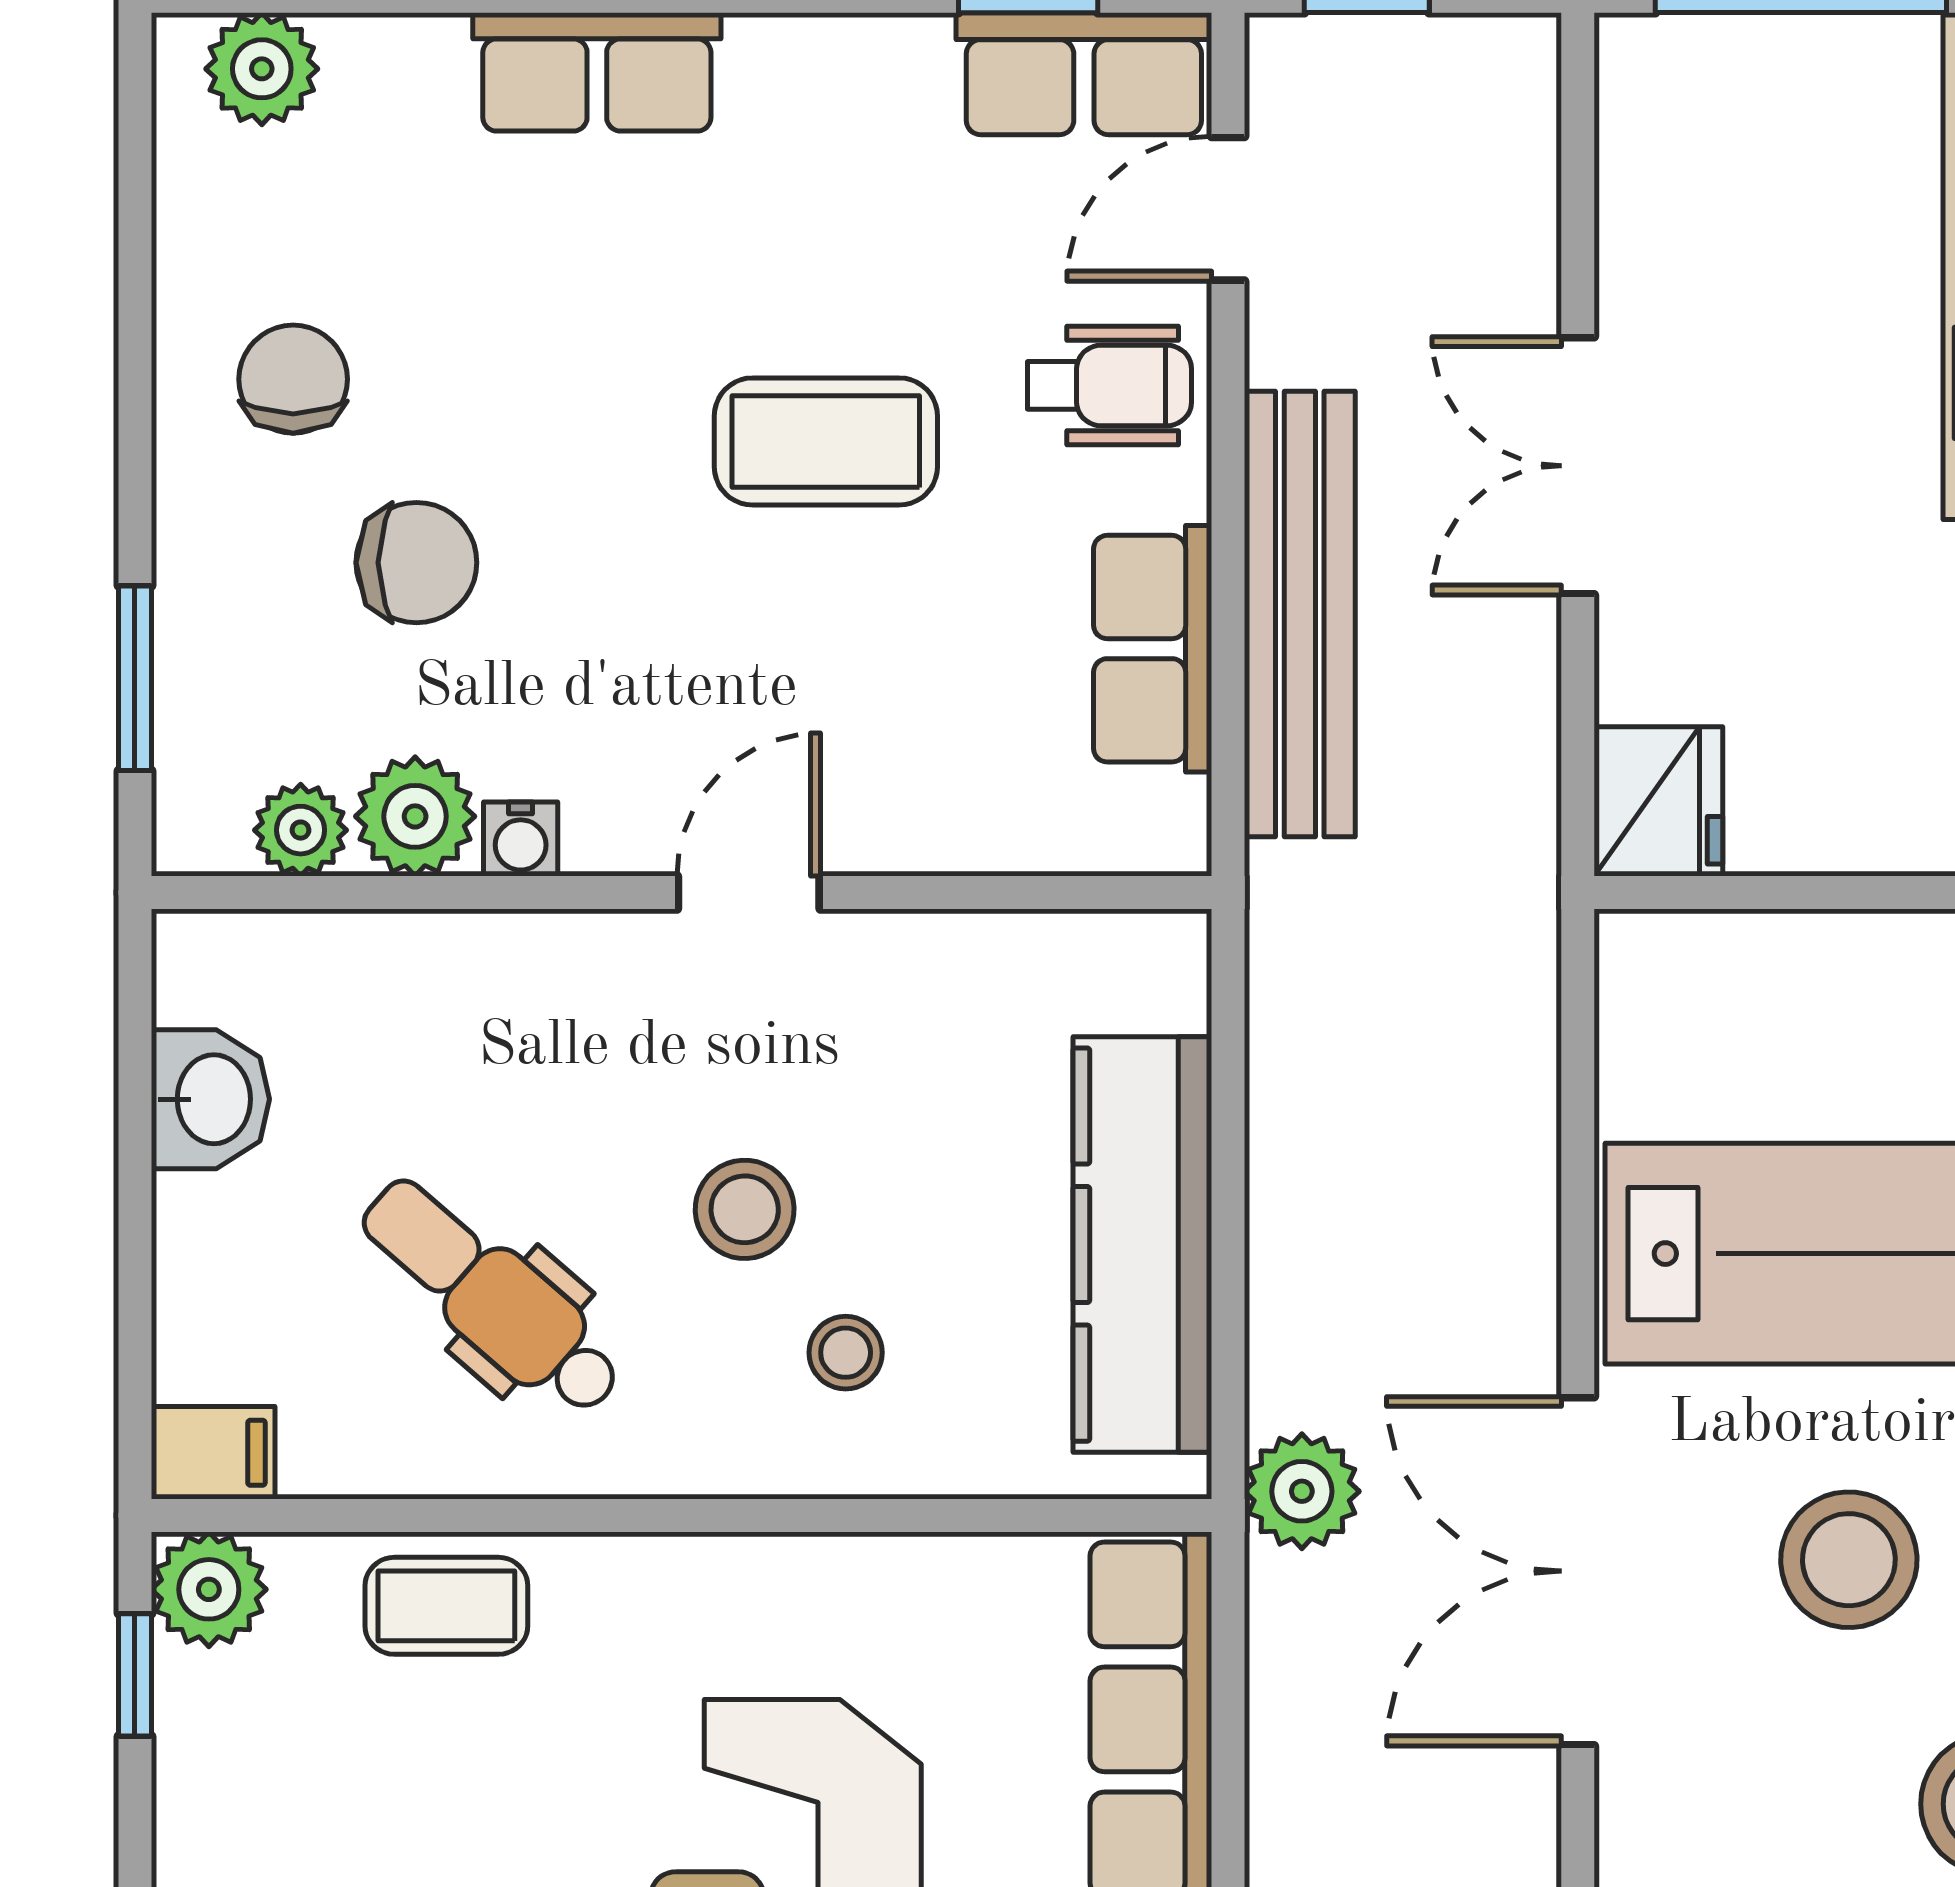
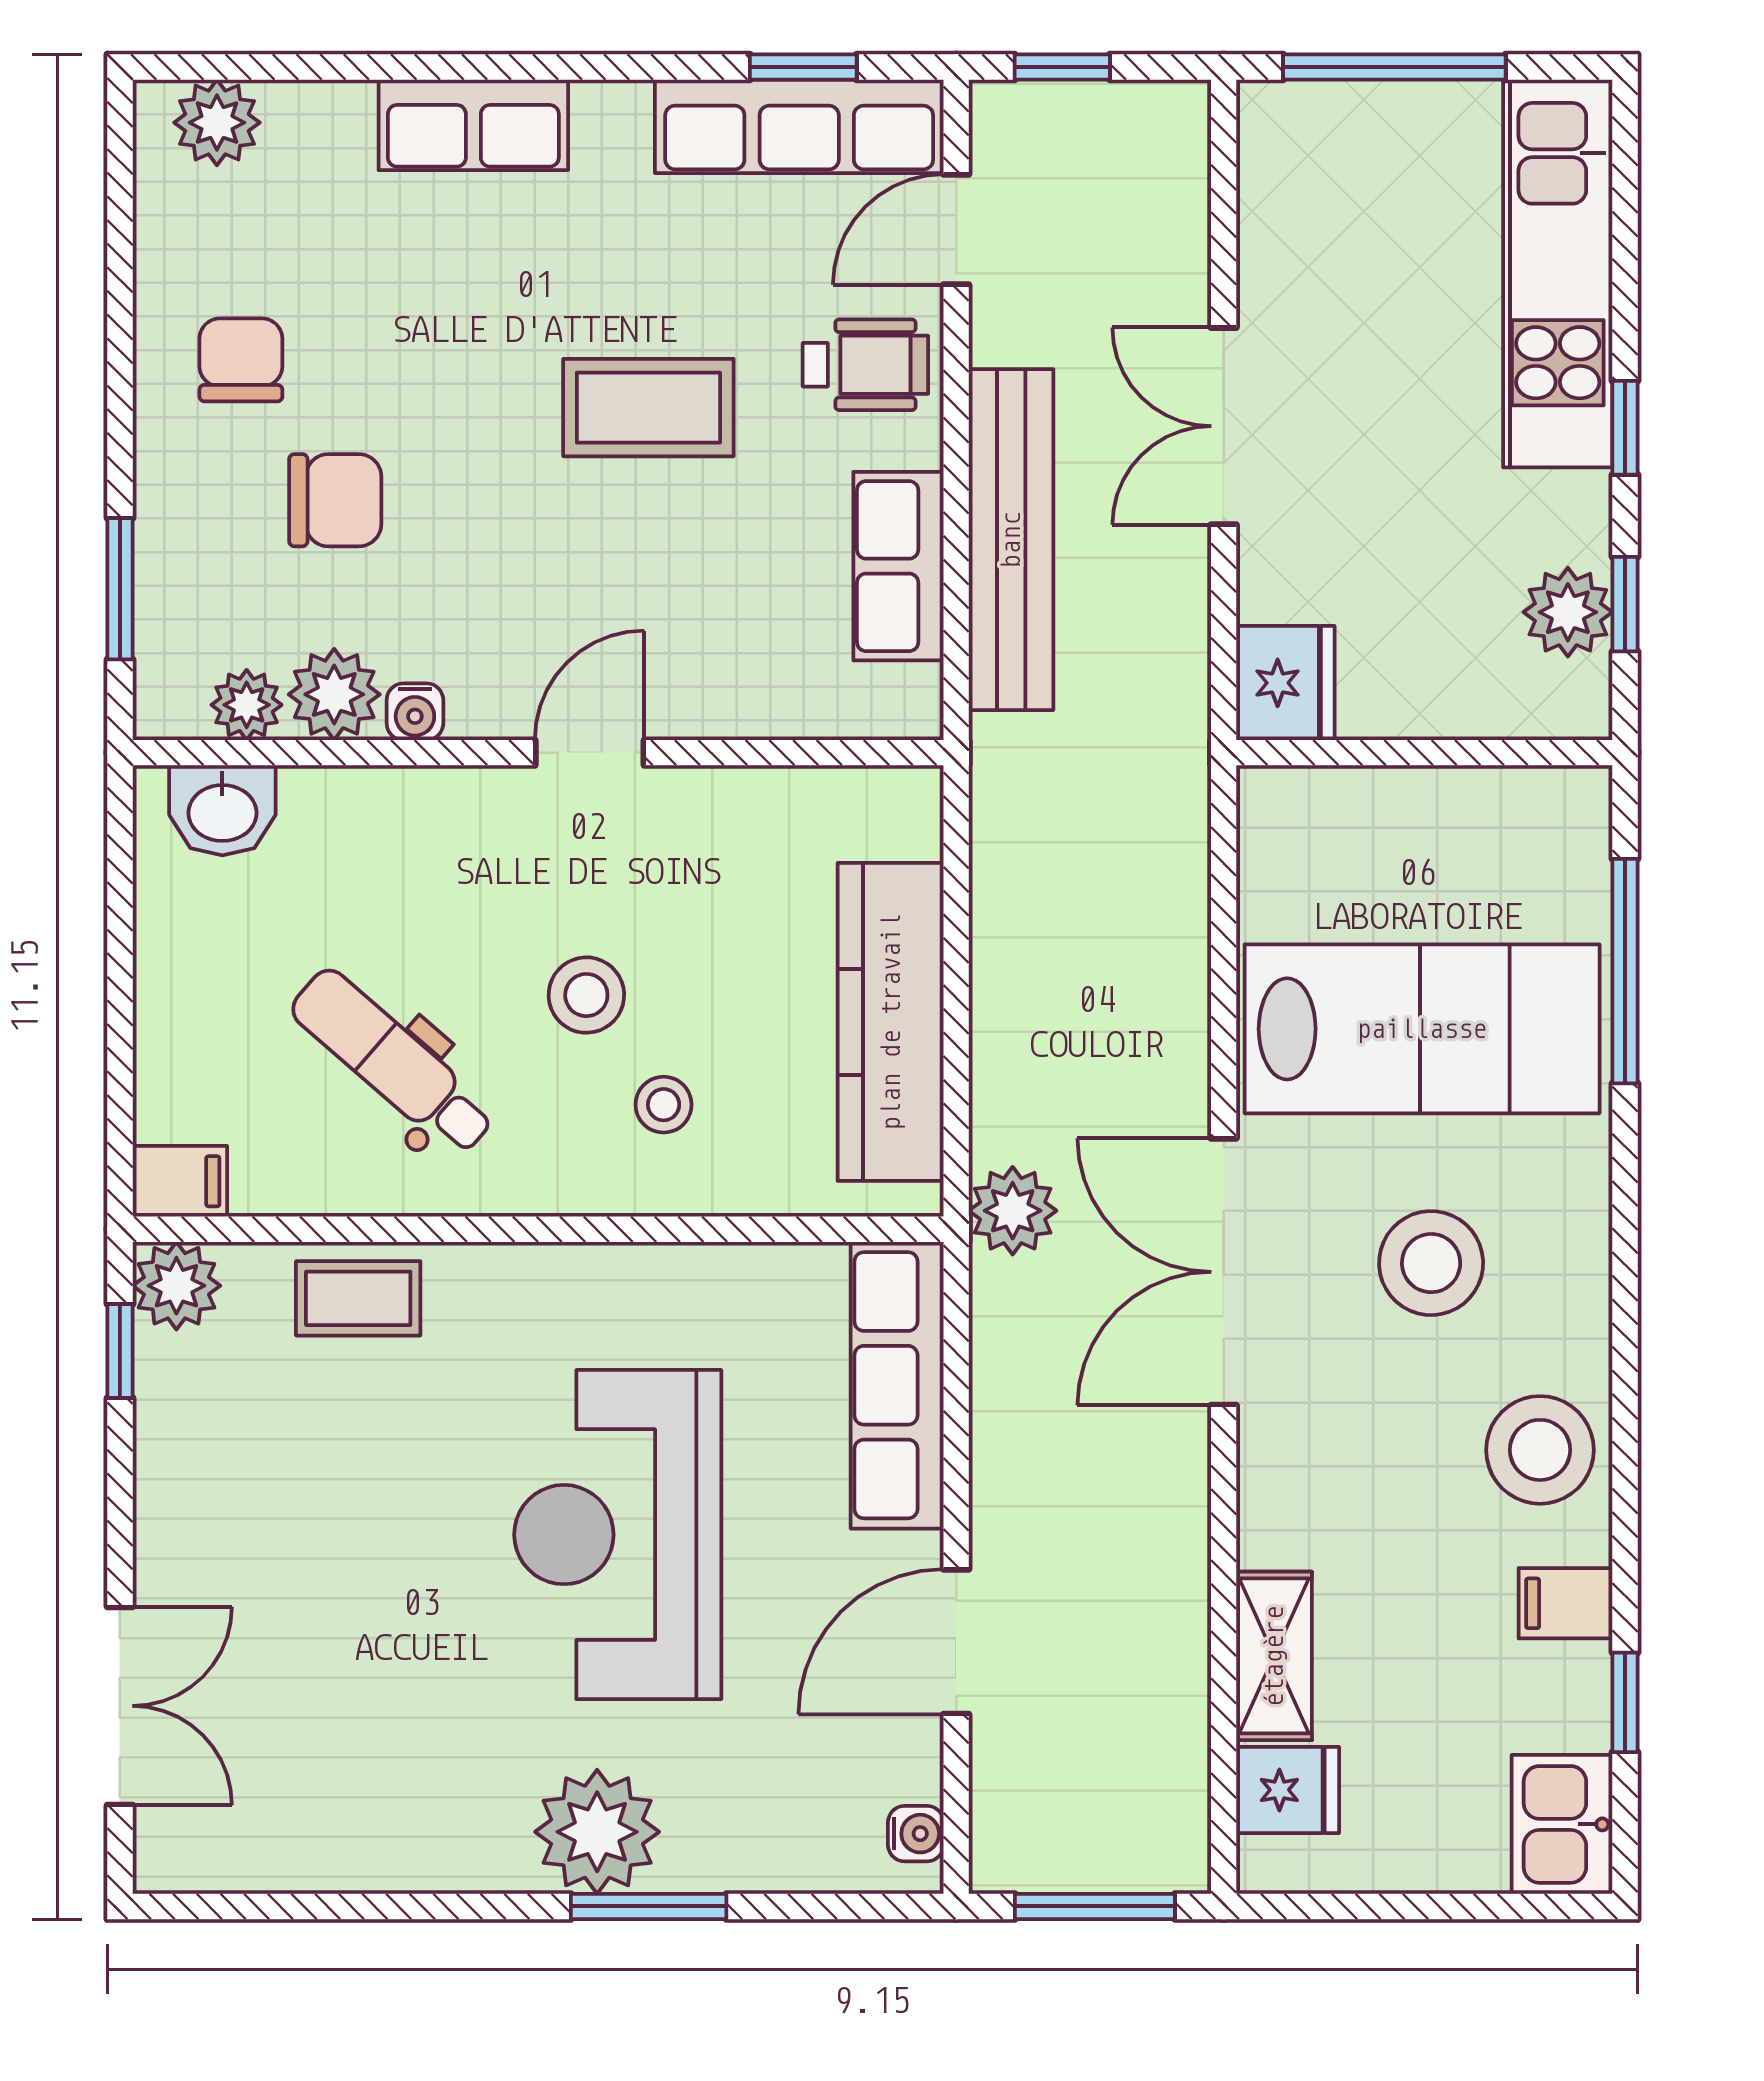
row of seats: (1084, 74) -> (799, 126), width x1.48
washbasin: (210, 1099) -> (222, 810), moved, turned 90

